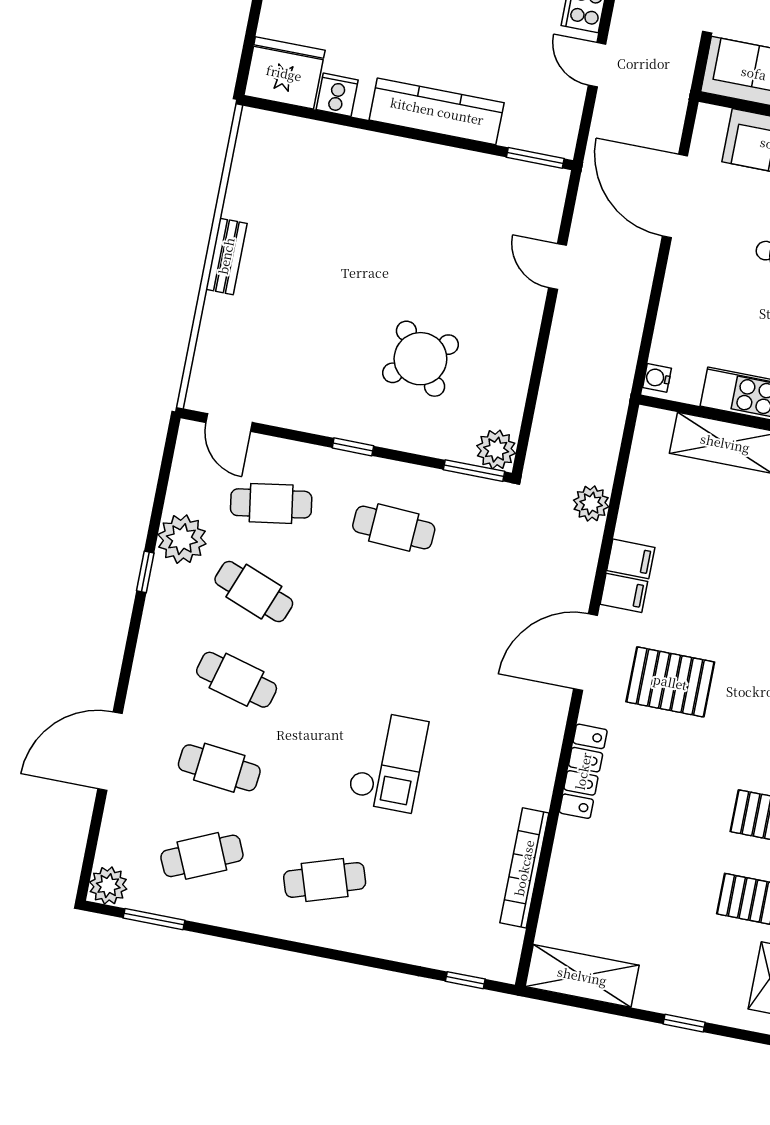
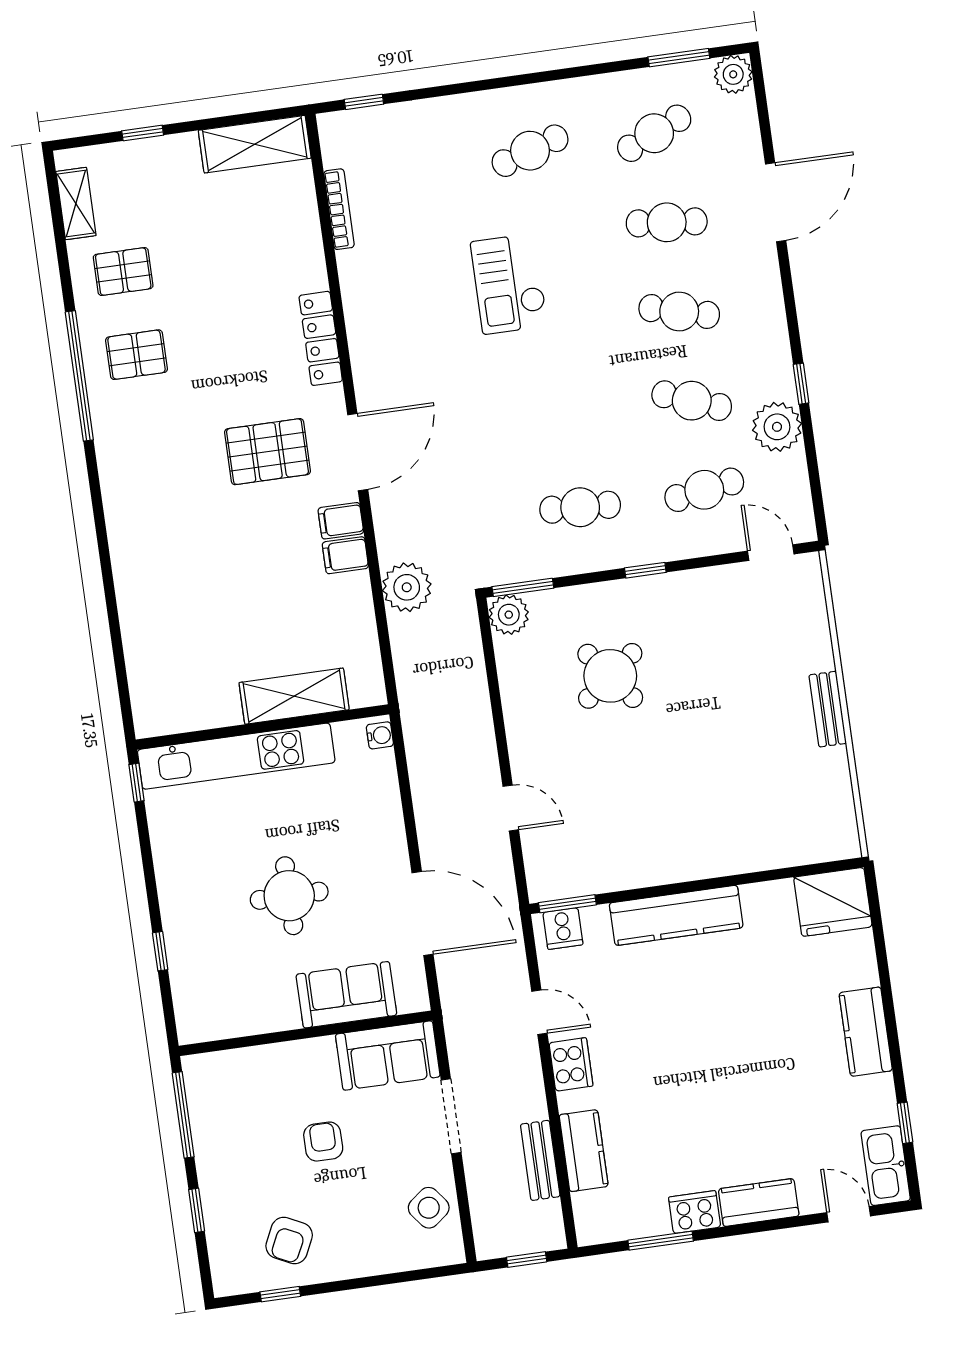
cooker: (337, 95) -> (563, 929), moved
plant: (591, 503) -> (407, 587), width x1.36, depth x1.36
bookcase: (524, 868) -> (339, 209), width x0.68, depth x0.76

